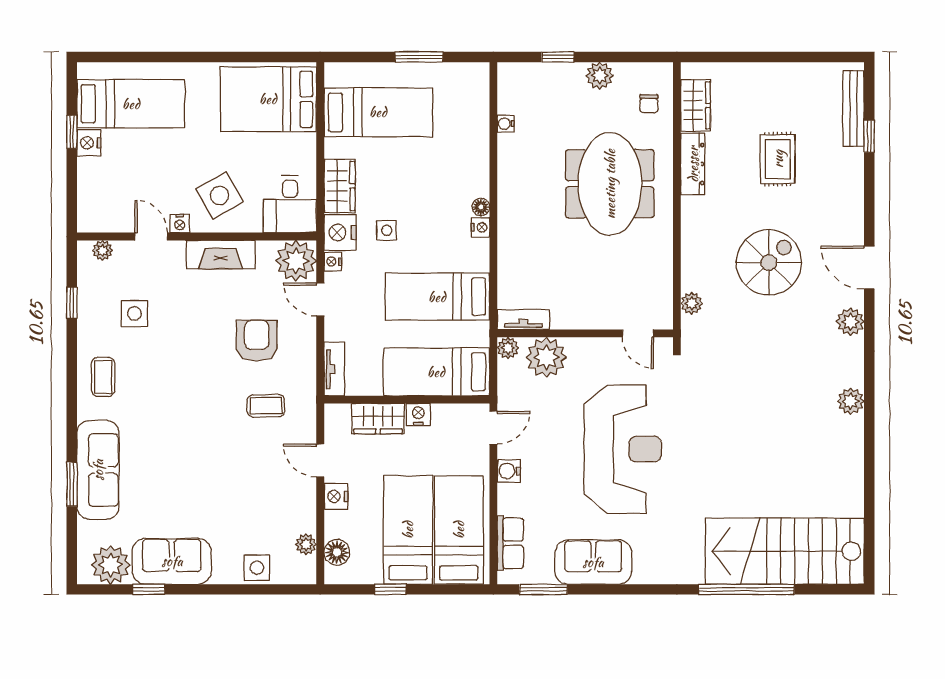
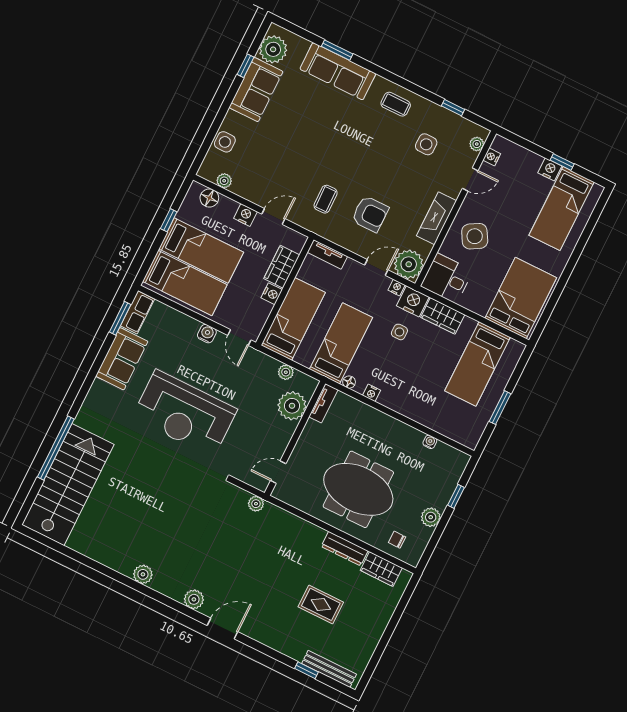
floor lamp: (481, 207) -> (349, 382), moved
nightstand: (180, 223) -> (492, 157), moved
spiral stairs: (769, 263) -> (258, 566), removed
tv unit: (523, 320) -> (323, 403), moved
wall: (585, 333) -> (295, 438), moved
door: (638, 333) -> (278, 472), moved
plant: (546, 357) -> (292, 406), moved
row of seats: (510, 543) -> (138, 312), moved, turned -90

